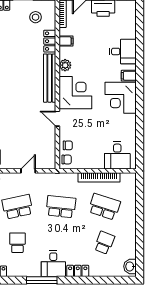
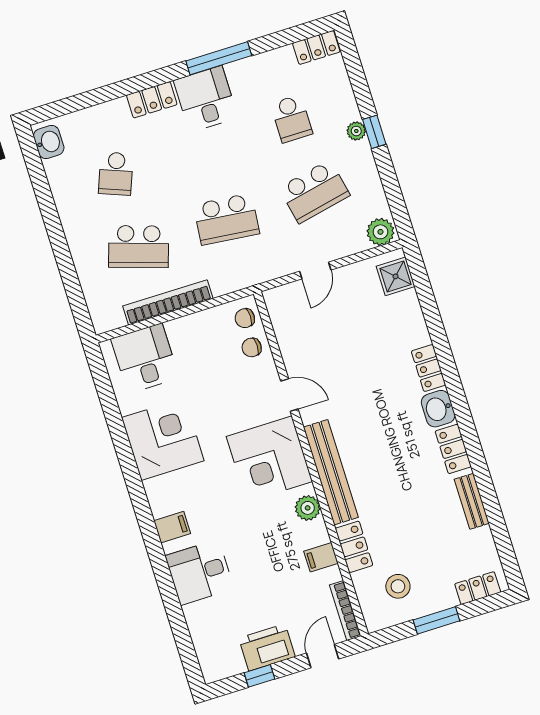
corner desk: (121, 98) -> (163, 439), moved

